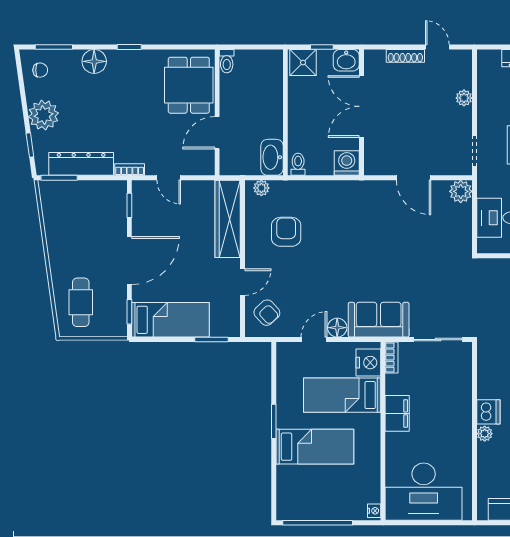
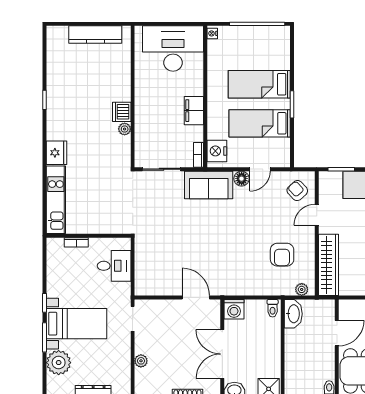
double door: (361, 106) -> (222, 354), swing flipped
door: (414, 178) -> (196, 298), moved
plant: (461, 191) -> (144, 287), removed
bed: (342, 395) -> (260, 123), moved, turned 180
plant: (485, 434) -> (125, 129), moved

